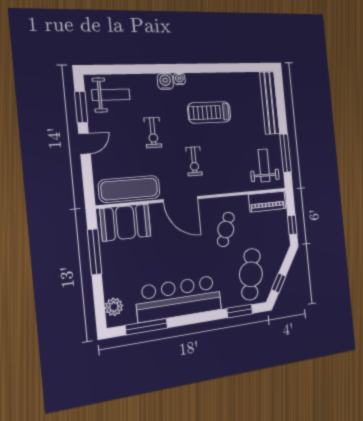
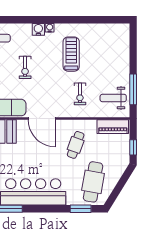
bench: (270, 103) -> (123, 48), removed
treadmill: (209, 112) -> (71, 54), turned 90
exercise bike: (194, 161) -> (80, 94), moved
weight bench: (264, 165) -> (113, 98), turned -90
window: (279, 283) -> (116, 192), removed

